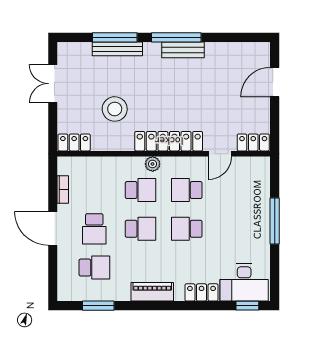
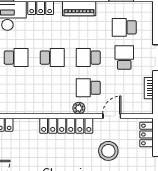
locker: (74, 142) -> (146, 134), moved, turned 90
door: (220, 154) -> (112, 116), moved
school desk: (187, 190) -> (16, 58), moved

